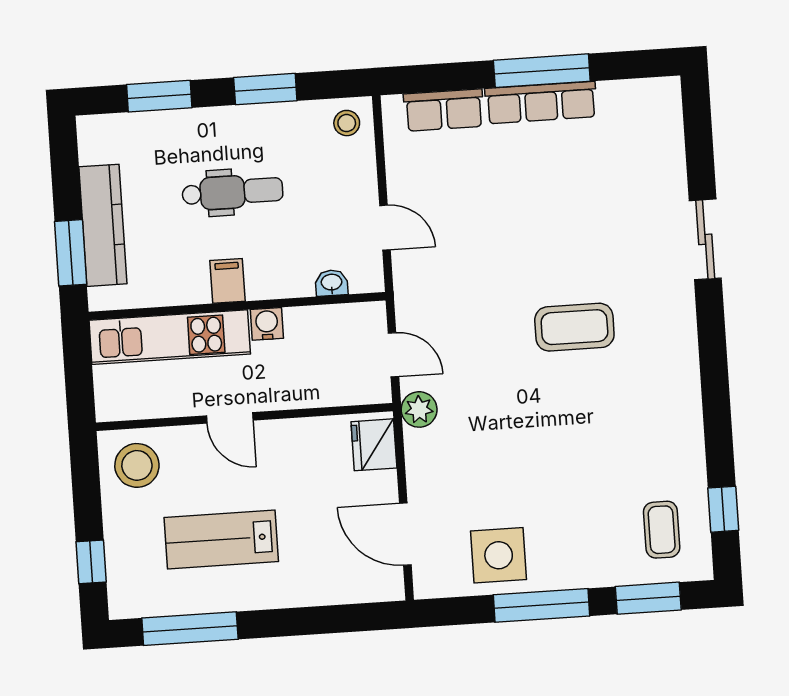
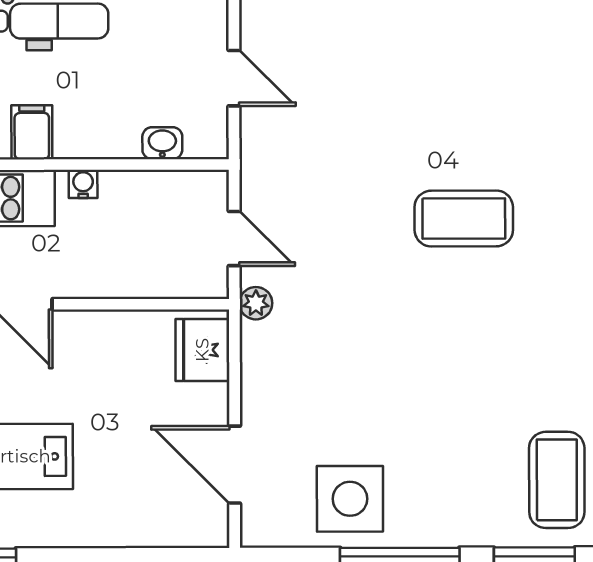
water cooler: (267, 324) -> (83, 184), width x0.72, depth x0.72
plant: (419, 409) -> (256, 303), width x0.73, depth x0.73
coffee table: (662, 530) -> (557, 480), width x1.36, depth x1.30

